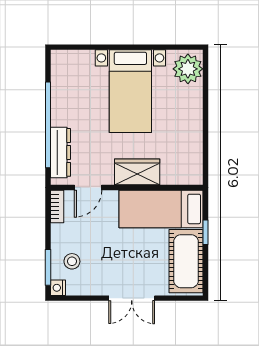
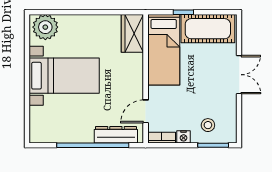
wardrobe: (137, 172) -> (132, 33), moved
door: (88, 188) -> (146, 111), swing flipped
nightstand: (58, 288) -> (184, 137), moved

